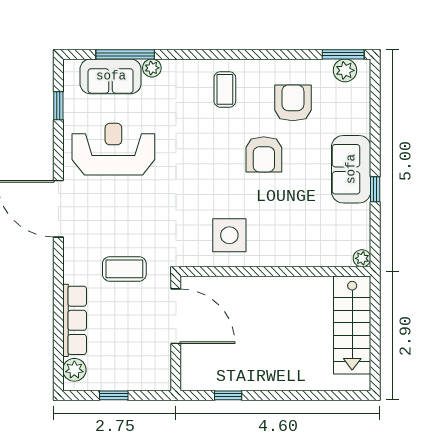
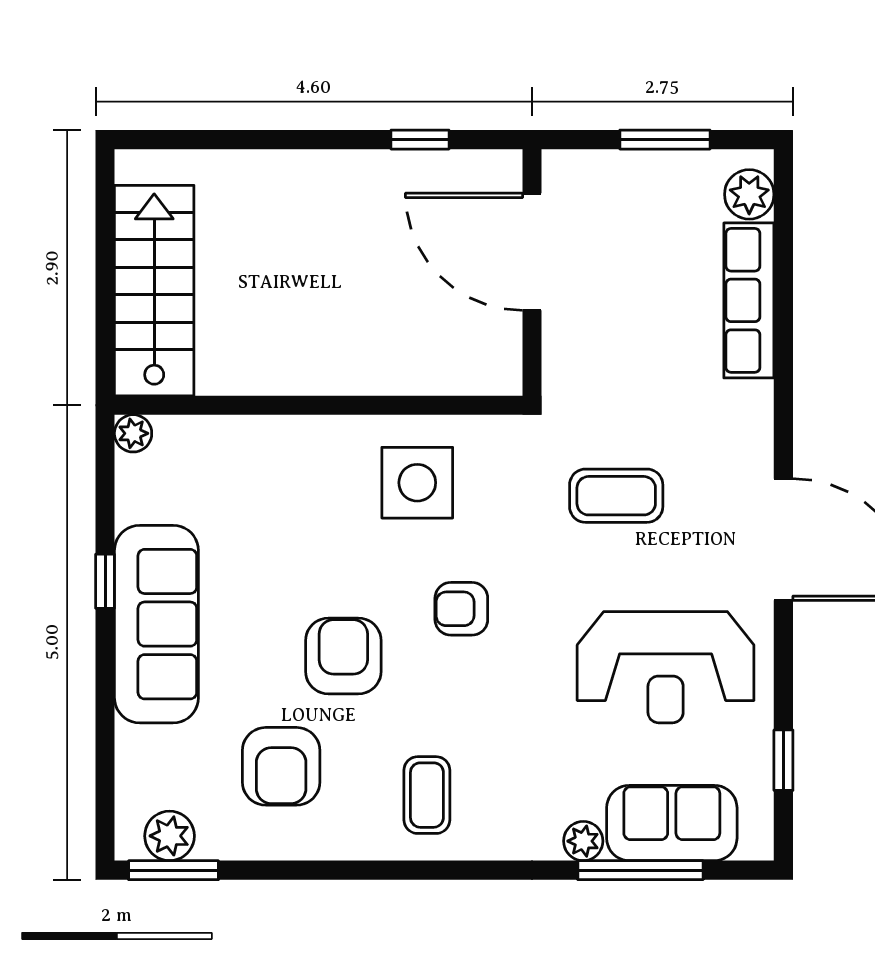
sofa: (351, 169) -> (156, 624), width x1.36
armchair: (209, 176) -> (461, 609), added
coffee table: (124, 269) -> (616, 496), moved
door: (176, 316) -> (532, 252), moved
window: (114, 395) -> (665, 140), width x1.50

